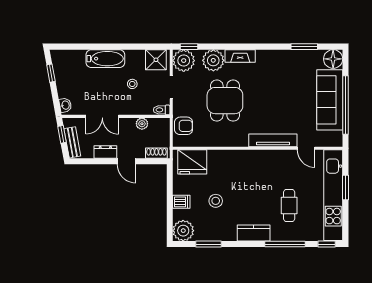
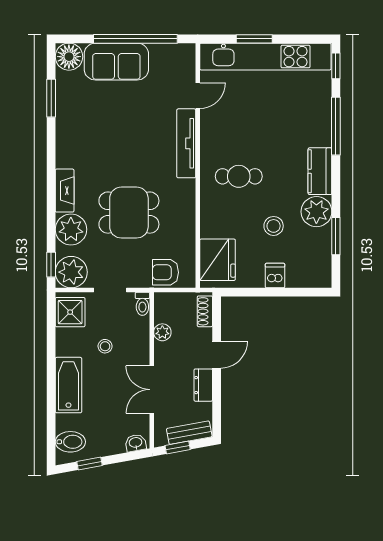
bidet: (66, 60) -> (70, 442), added
sofa: (330, 100) -> (116, 62), width x0.73
double door: (102, 116) -> (152, 390), swing flipped
armchair: (184, 126) -> (165, 272), turned -90
cafe table: (289, 206) -> (239, 176), moved
plant: (183, 231) -> (316, 212), moved

